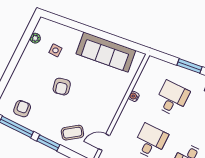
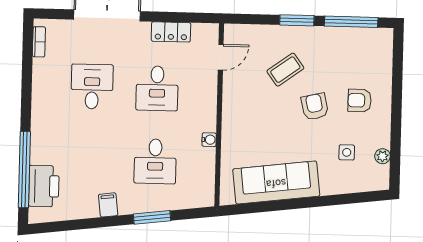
armchair: (22, 109) -> (360, 100), moved, turned 96
coffee table: (72, 133) -> (285, 70), moved

